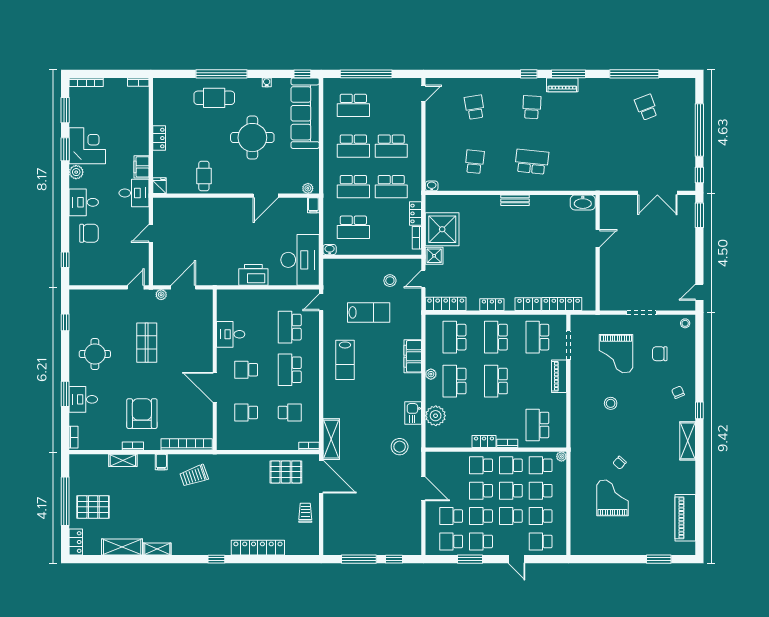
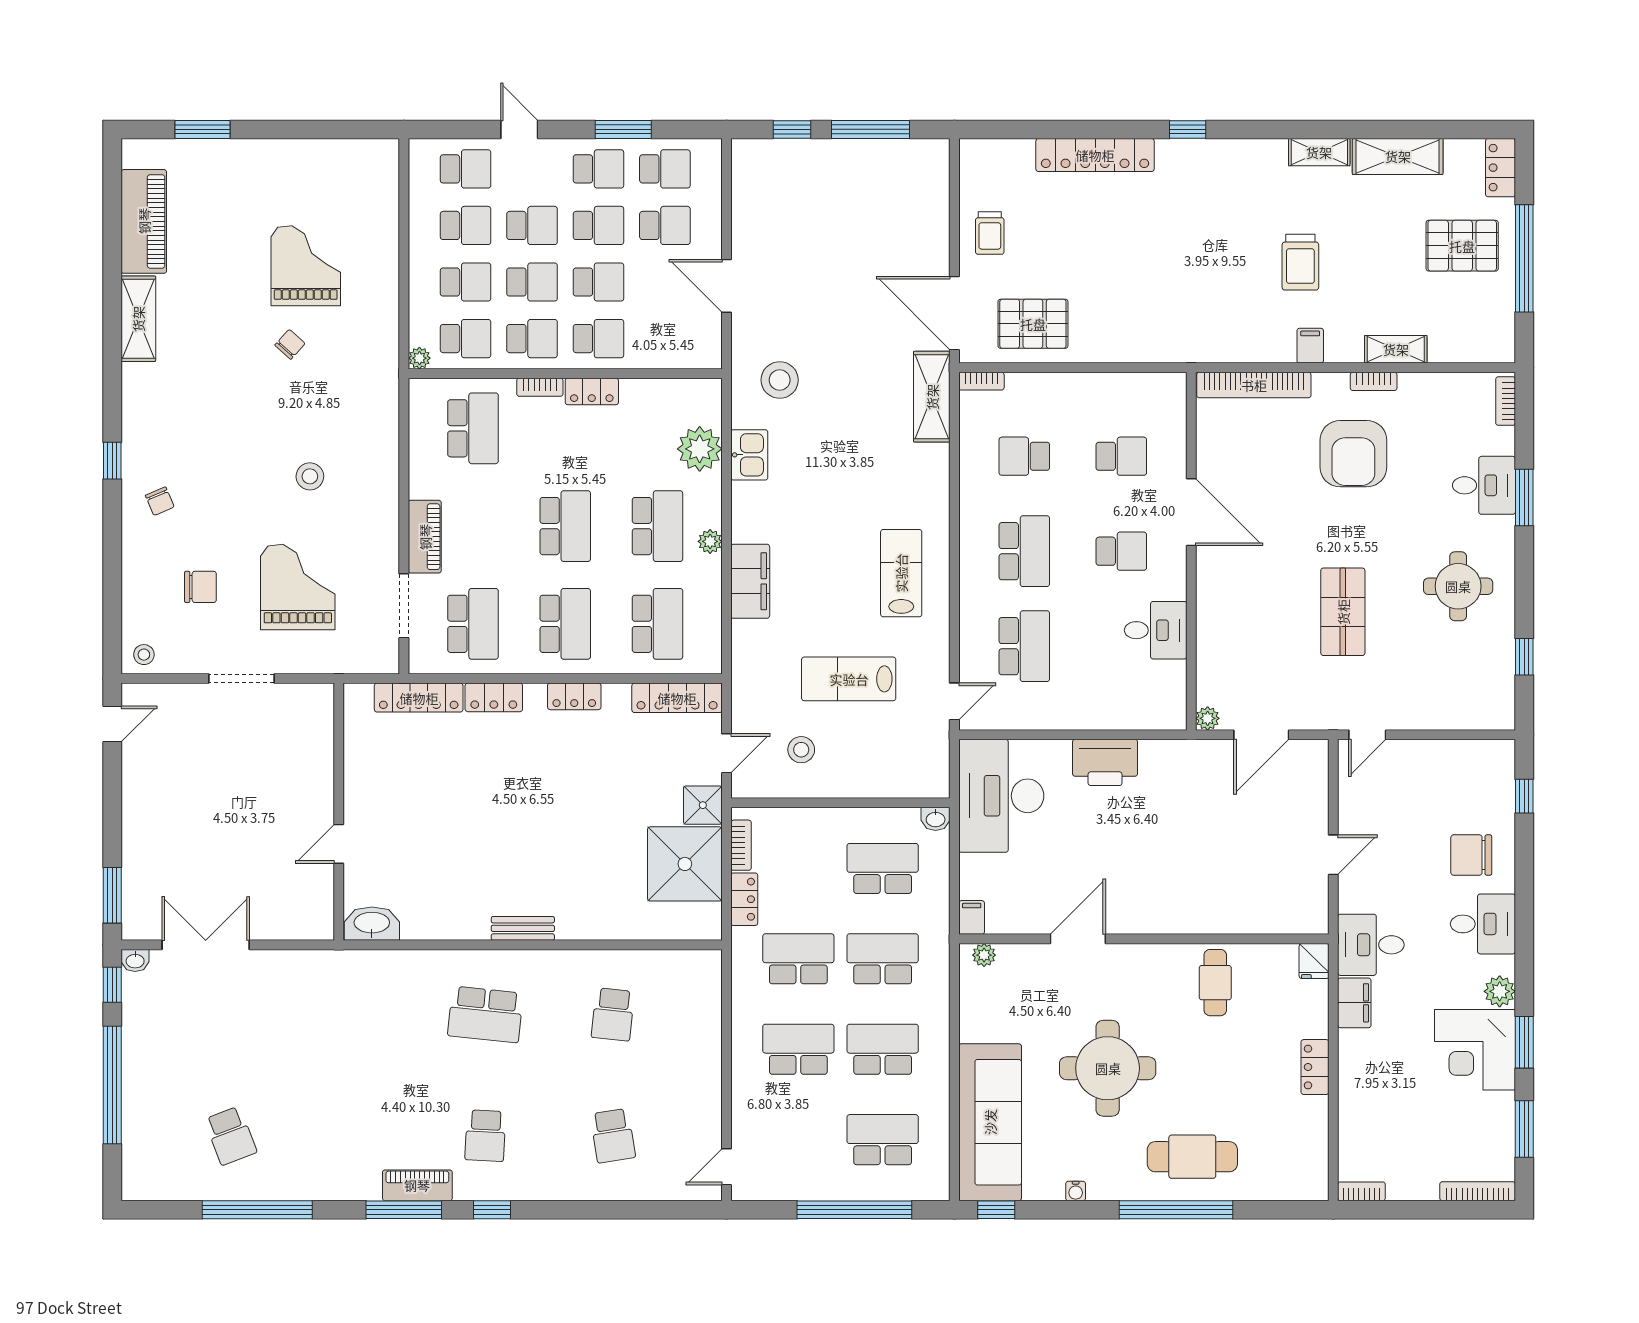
washbasin: (432, 186) -> (135, 960), moved
plant: (161, 295) -> (1208, 718), moved
shelving: (688, 441) -> (138, 319), moved
trolley: (194, 476) -> (1300, 262), moved, turned 109
grand piano: (612, 498) -> (306, 266), turned 180

